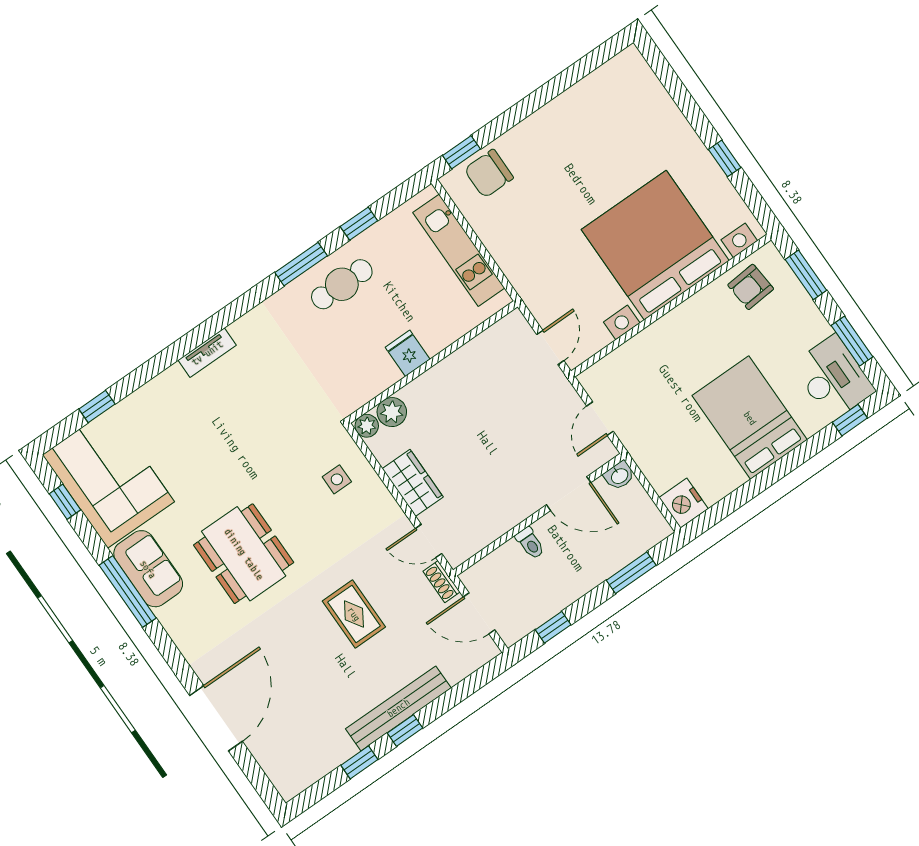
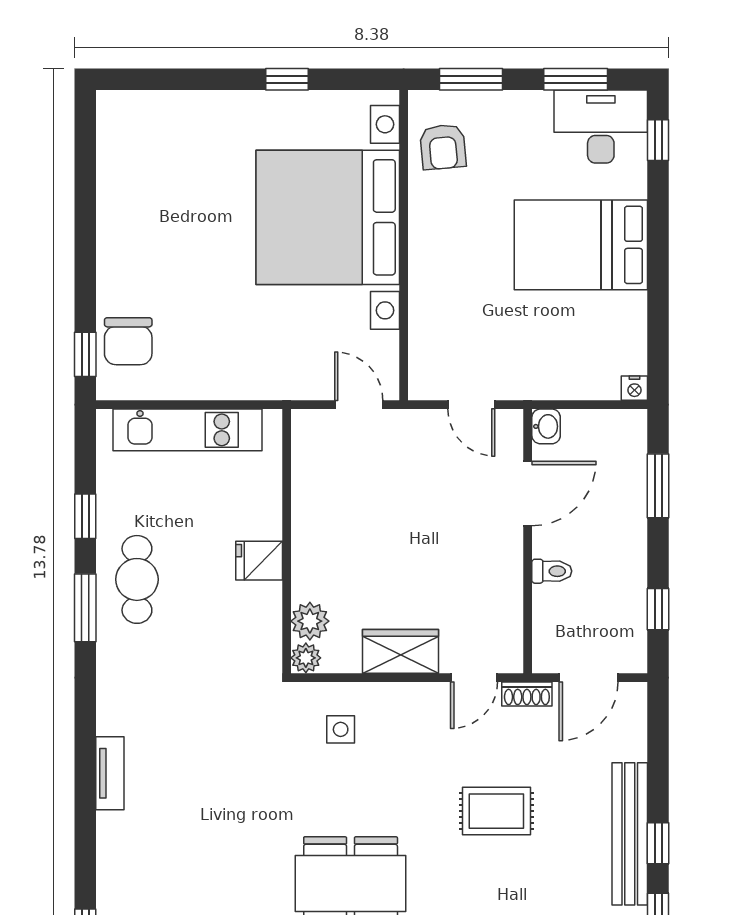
nightstand: (684, 503) -> (634, 388), width x0.53, depth x0.56

